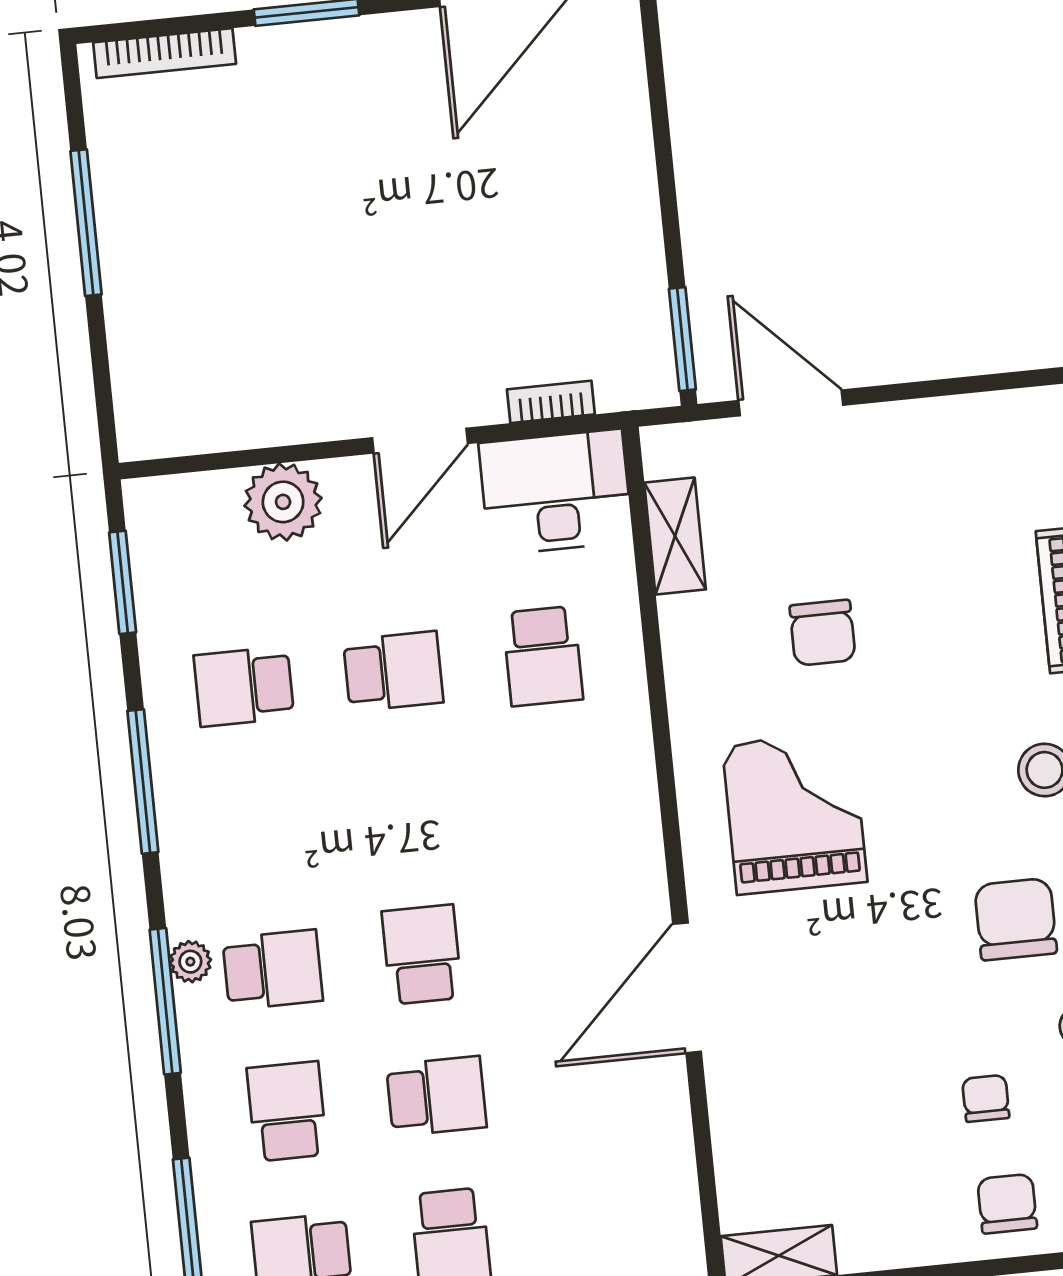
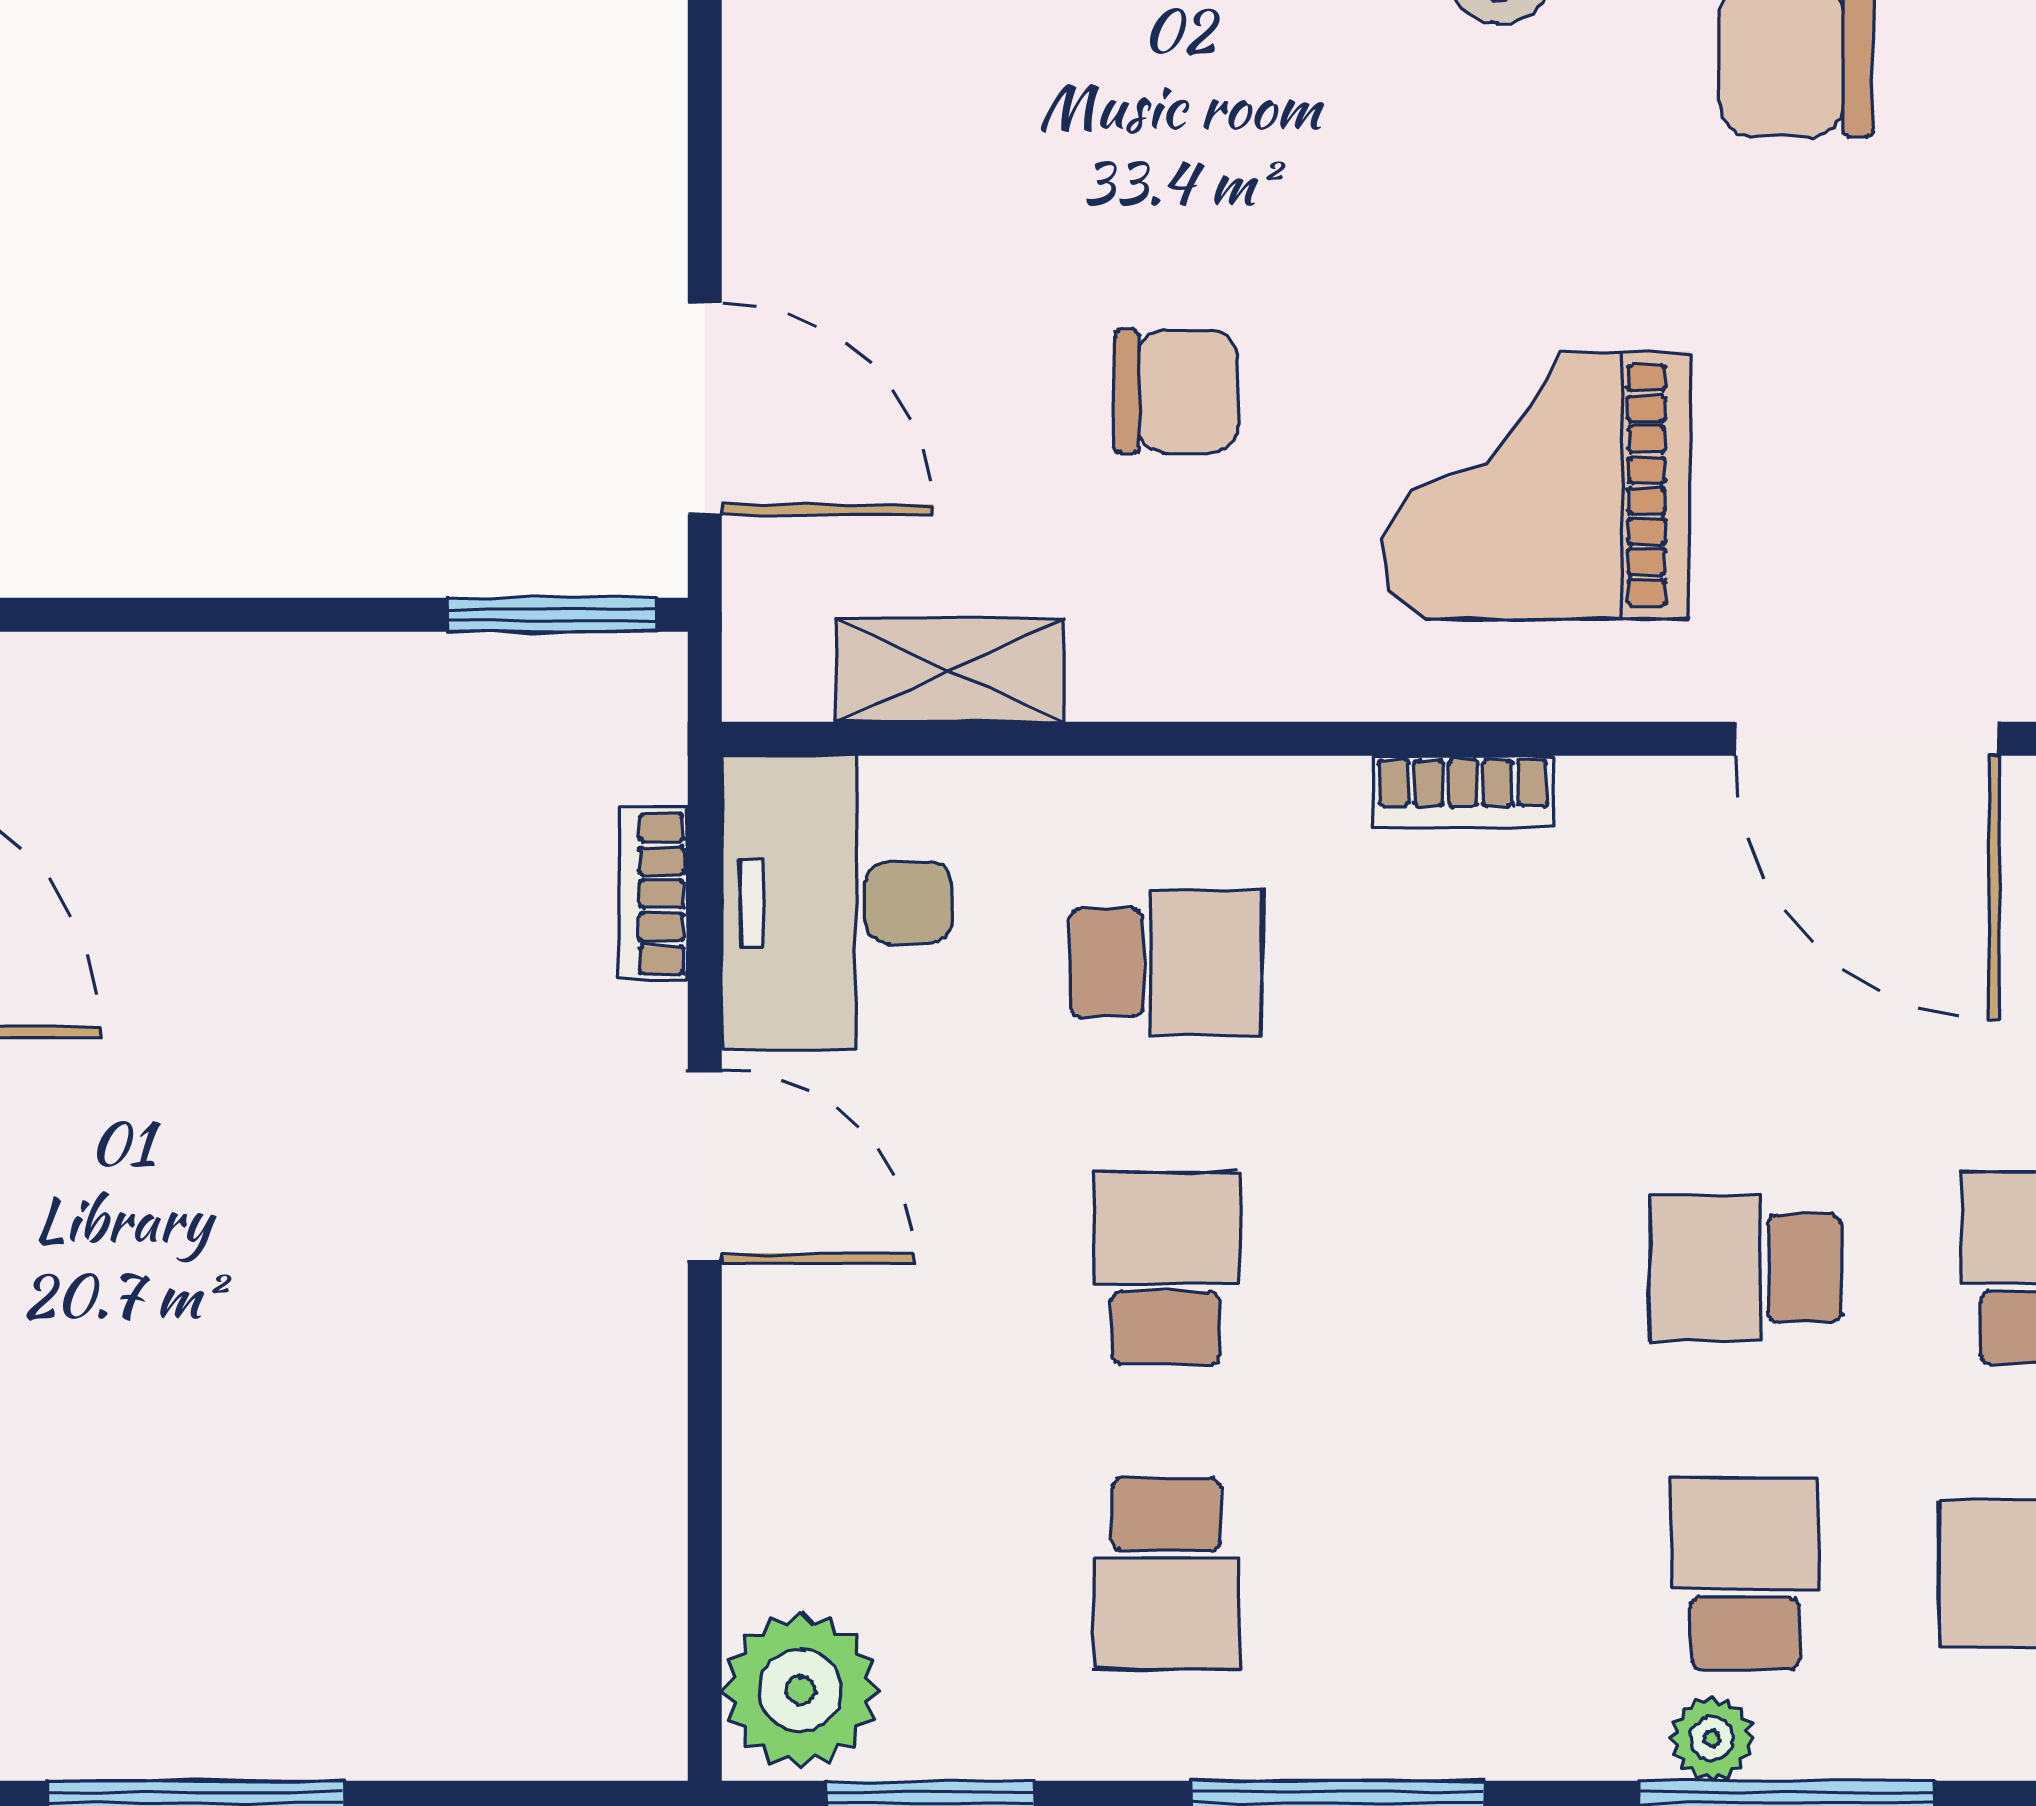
door: (791, 403) -> (705, 409), swing flipped
plant: (283, 502) -> (801, 1690), moved
bookcase: (641, 793) -> (1463, 792), added

